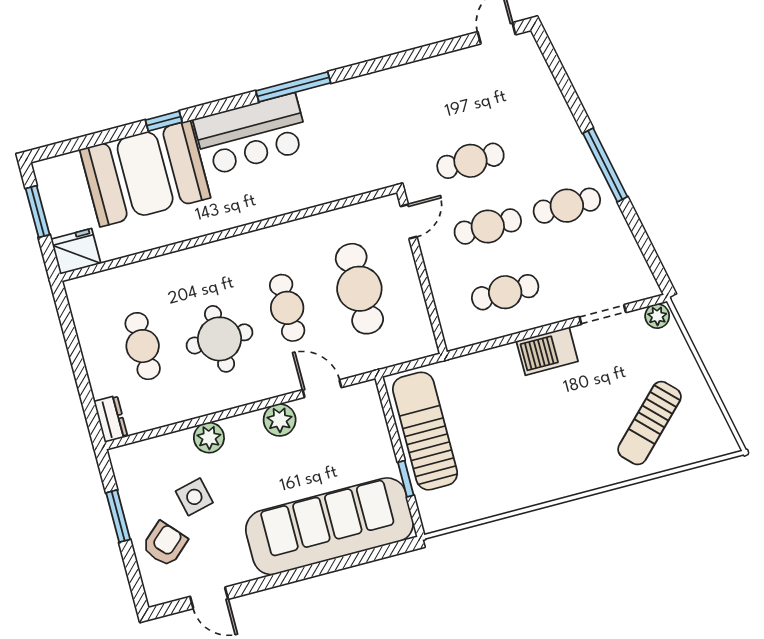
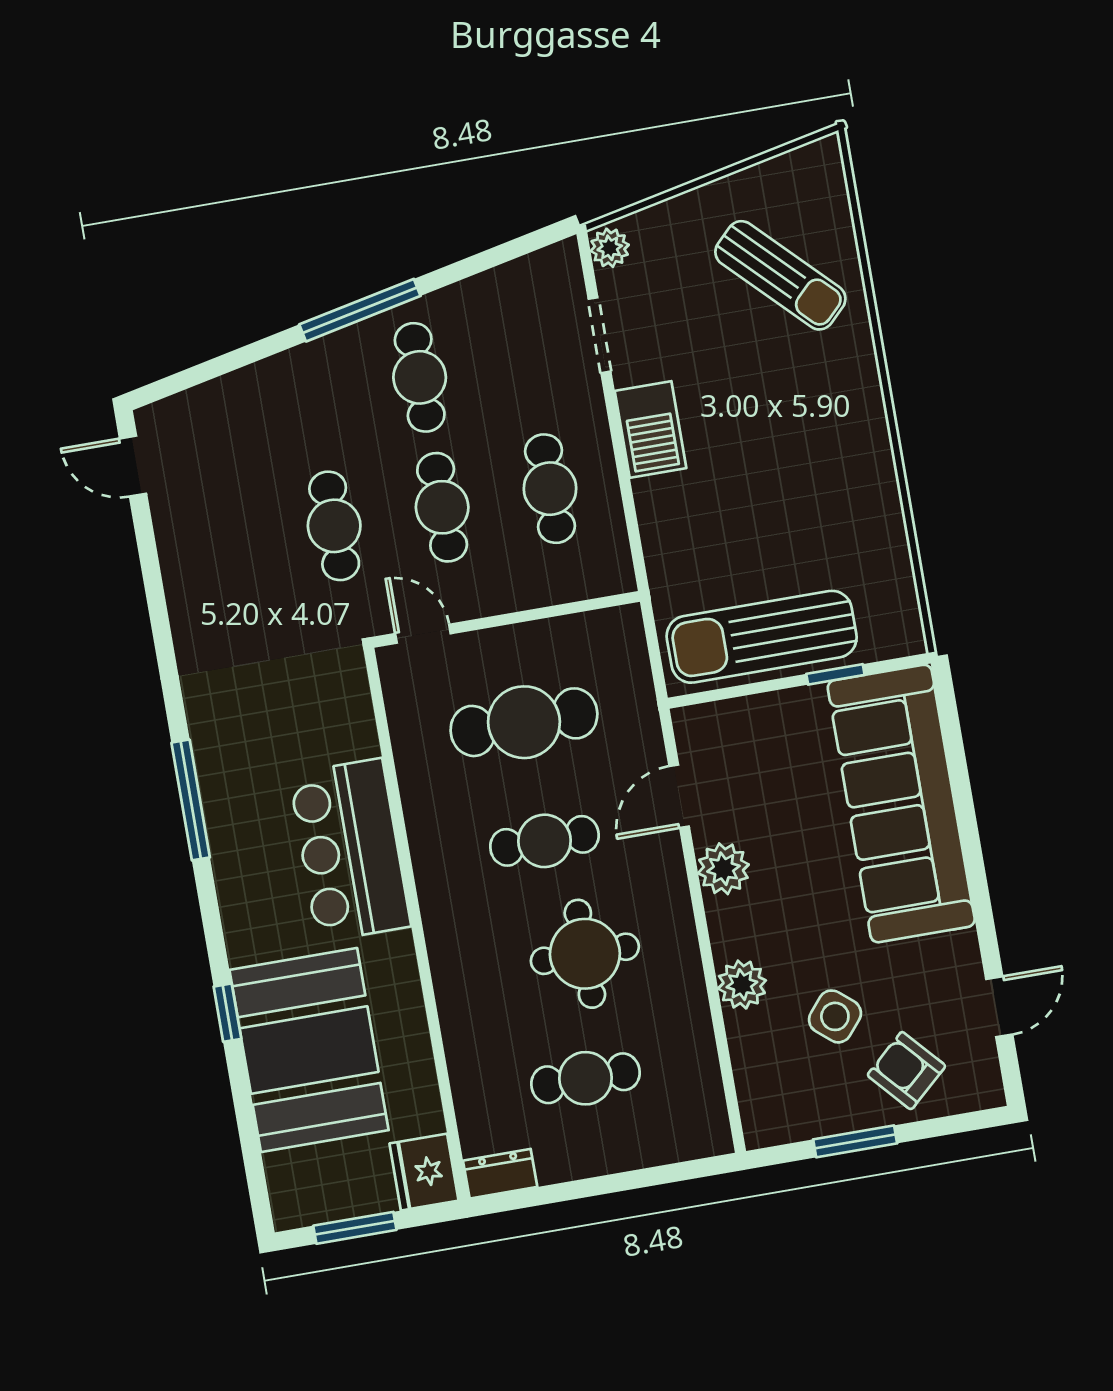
bar counter: (251, 134) -> (350, 850), moved, turned 180
dresser: (111, 419) -> (500, 1174), moved
side table: (194, 497) -> (835, 1016), turned -37

